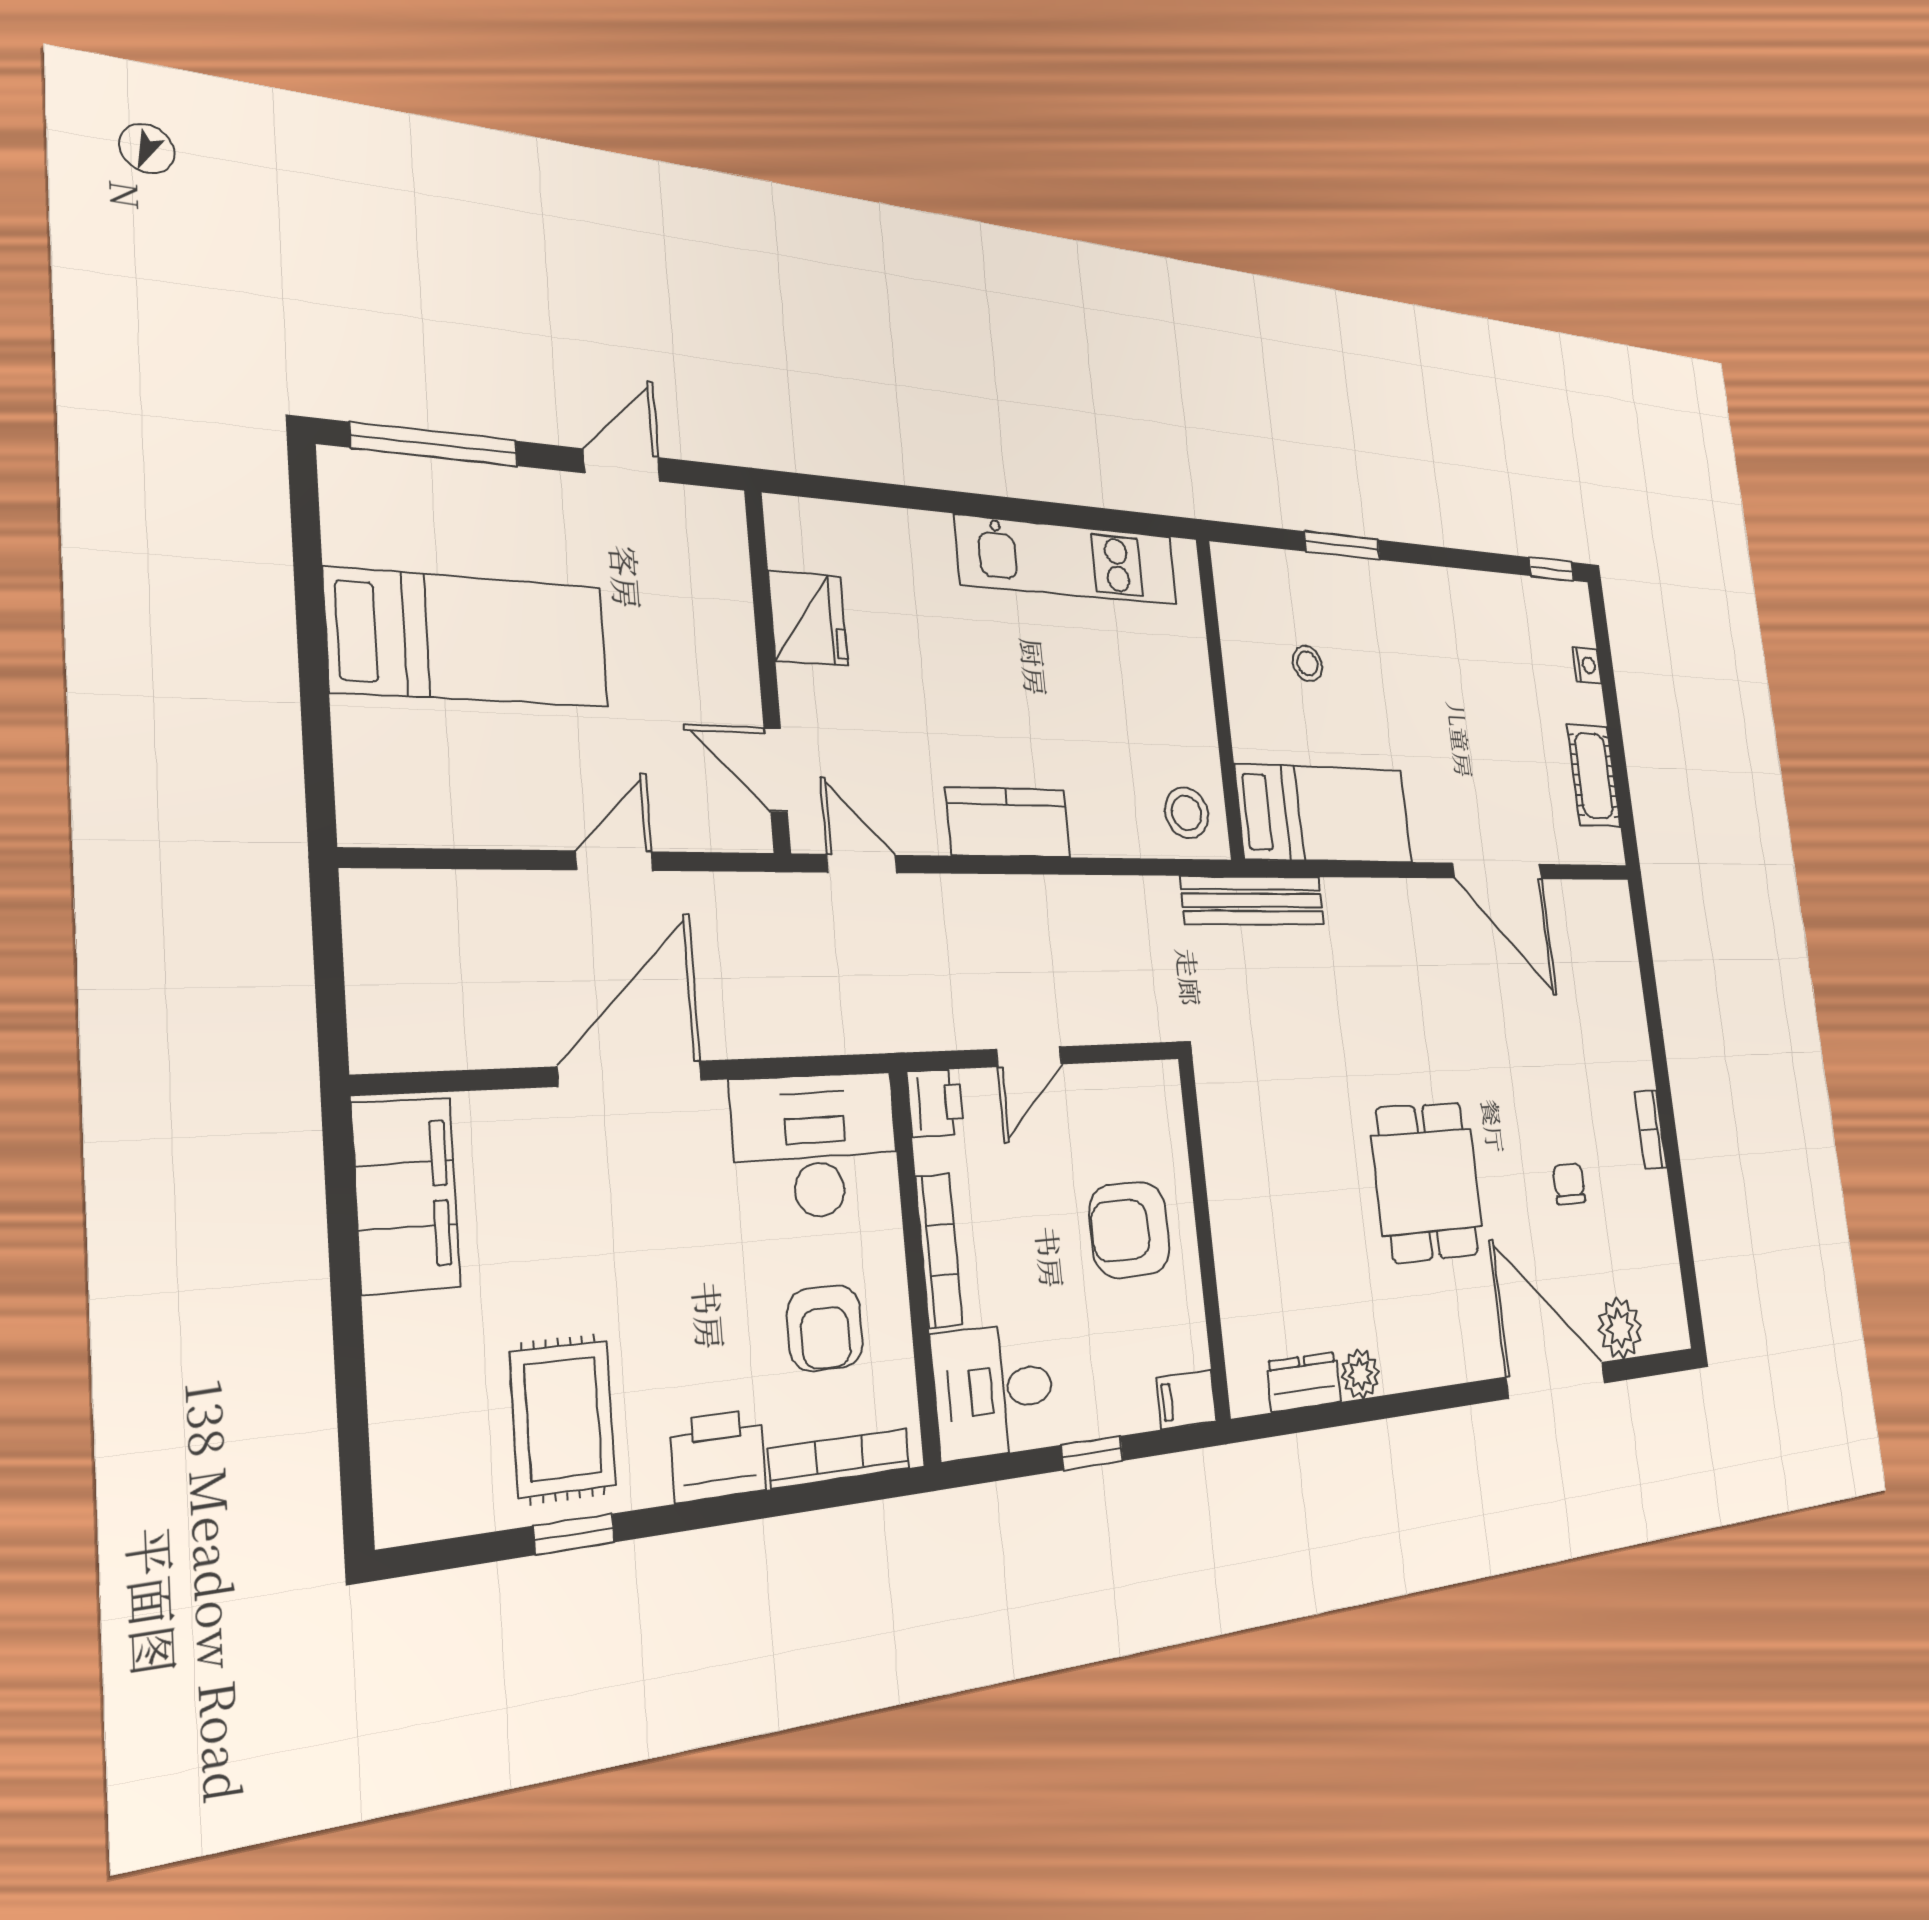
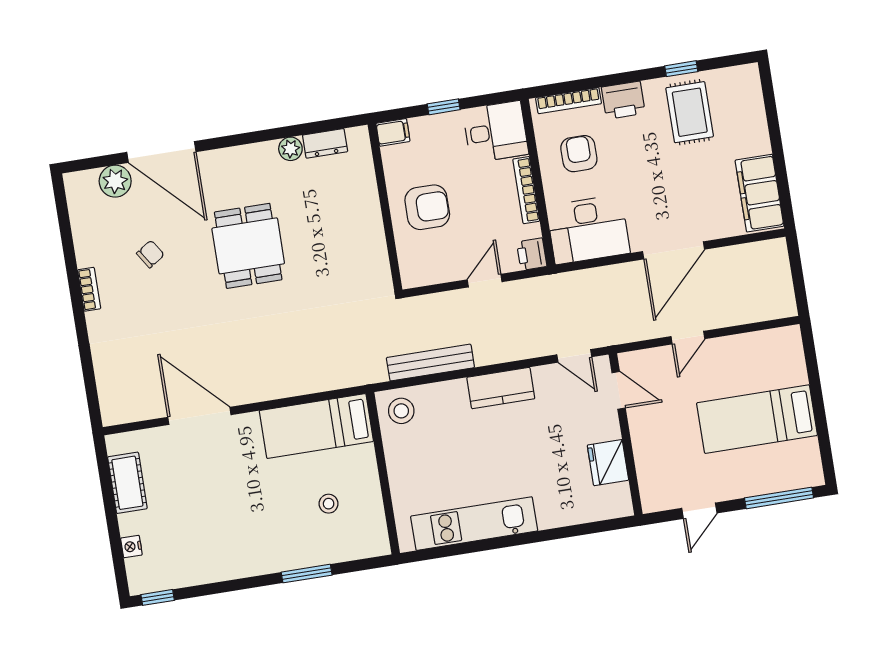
bench: (1253, 900) -> (430, 363), moved
chair: (1569, 1184) -> (150, 254), turned -123

